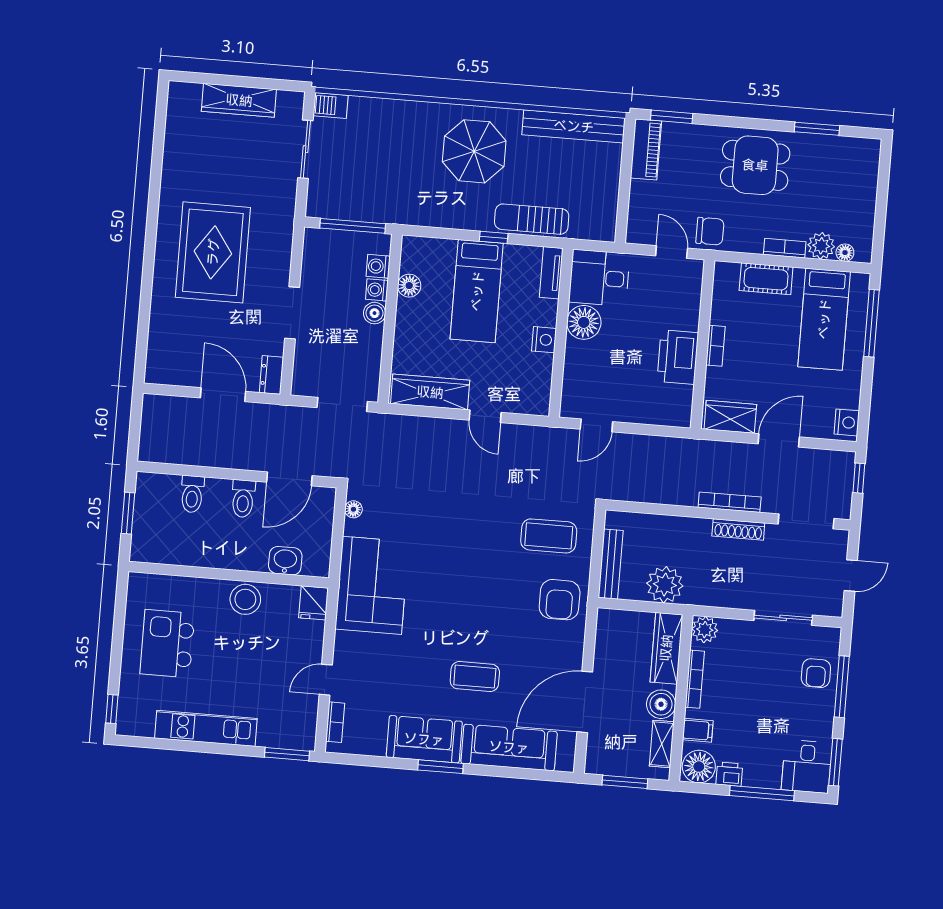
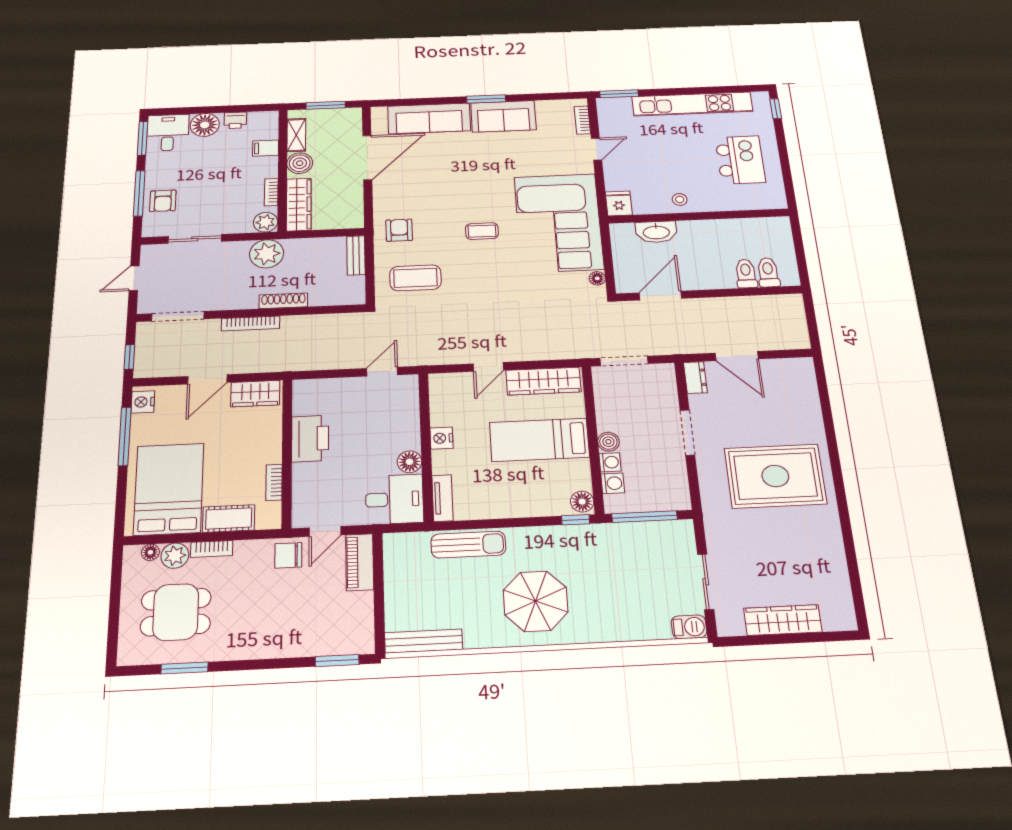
bench: (574, 126) -> (424, 641), width x0.73, depth x0.82
piano: (646, 149) -> (360, 562), moved
dining table: (755, 165) -> (176, 612), moved
window: (494, 237) -> (576, 520), moved
rug: (213, 252) -> (775, 476), turned 90
door: (672, 252) -> (325, 531), hinge flipped
floor lamp: (409, 286) -> (582, 502), moved
bed: (477, 291) -> (539, 440), moved, turned -90
bed: (824, 319) -> (169, 489), width x1.50
floor lamp: (584, 322) -> (410, 462), width x0.73, depth x0.73
window: (872, 323) -> (125, 436), moved
bookcase: (715, 346) -> (274, 482), moved
door: (485, 416) -> (488, 367), swing flipped
toilet: (243, 499) -> (768, 272), moved
window: (128, 513) -> (800, 252), removed
shoe rack: (738, 529) -> (283, 301), moved
washbasin: (285, 561) -> (656, 232), width x1.38
bench: (611, 564) -> (356, 255), width x0.73
corner sofa: (372, 585) -> (559, 223), width x1.36, depth x1.36
plant: (665, 585) -> (267, 254), moved
stool: (245, 599) -> (680, 199), width x0.53, depth x0.53
armchair: (560, 600) -> (399, 230), width x0.72, depth x0.72
armchair: (816, 673) -> (163, 201), turned 180
coffee table: (475, 677) -> (482, 231), moved, width x0.73, depth x0.77
bookcase: (695, 679) -> (271, 192), width x0.64
kitchen unit: (206, 728) -> (692, 104), width x1.36
floor lamp: (699, 767) -> (205, 125), moved
window: (762, 793) -> (206, 110), removed

